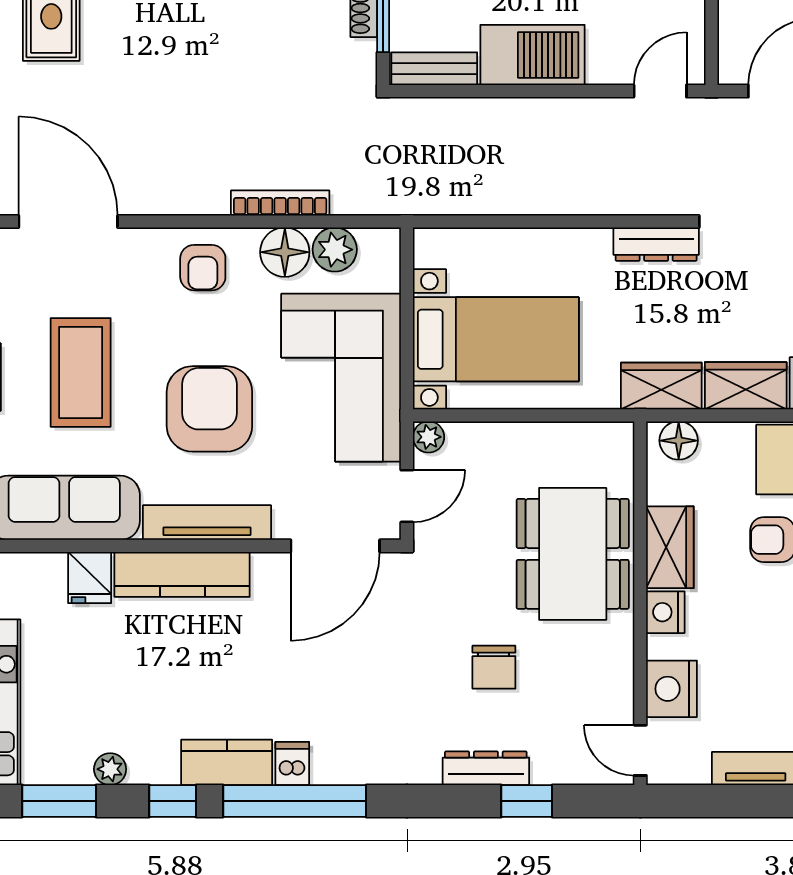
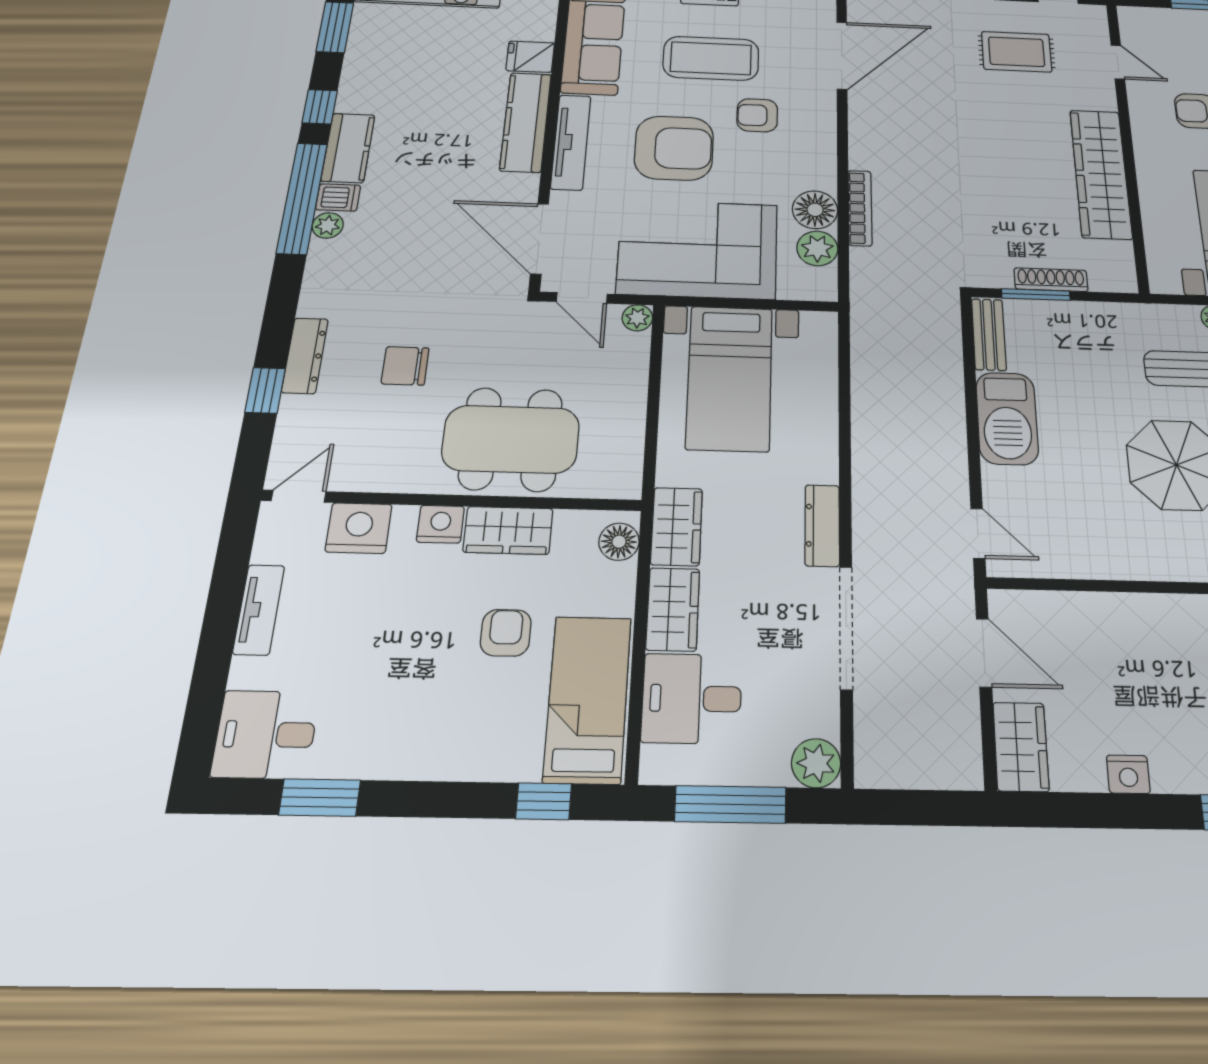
armchair: (203, 268) -> (757, 115), moved
plant: (110, 769) -> (328, 225), moved

